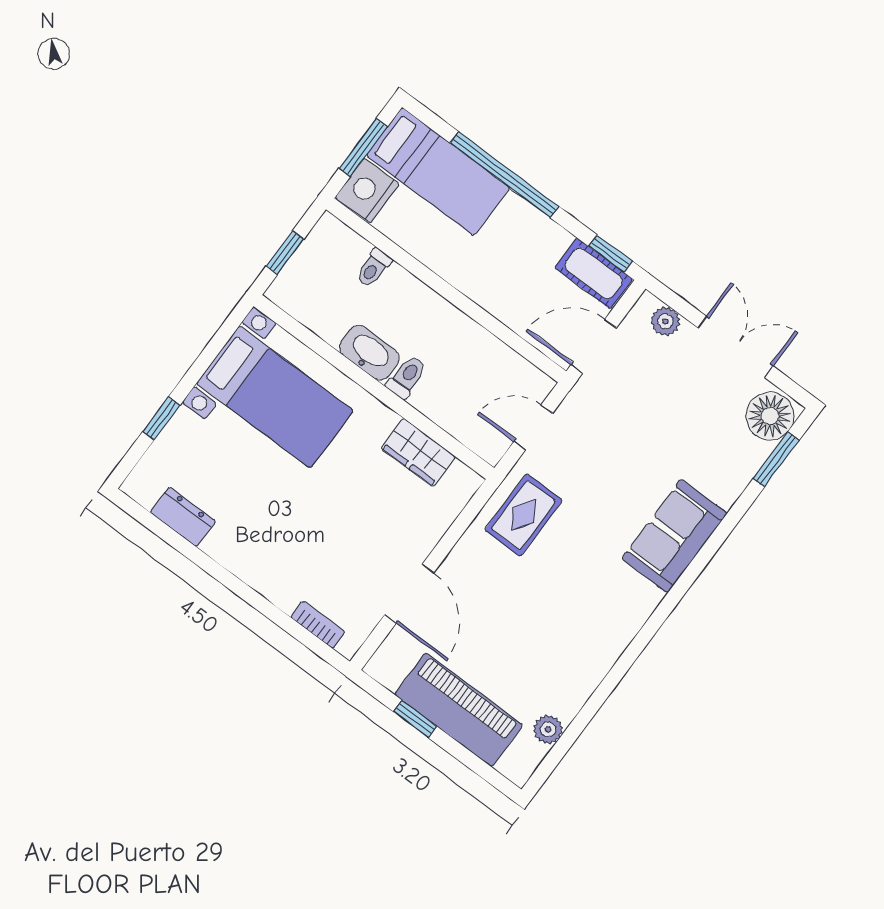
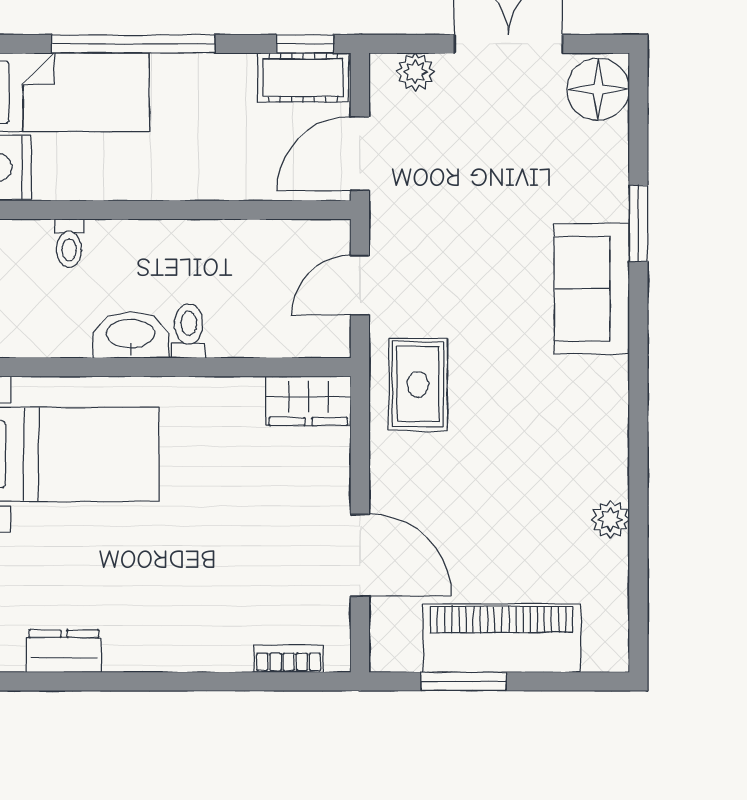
wardrobe: (418, 452) -> (308, 401), moved
window: (776, 459) -> (638, 223), moved
window: (415, 719) -> (464, 681), width x1.50
plant: (548, 729) -> (610, 520), moved

